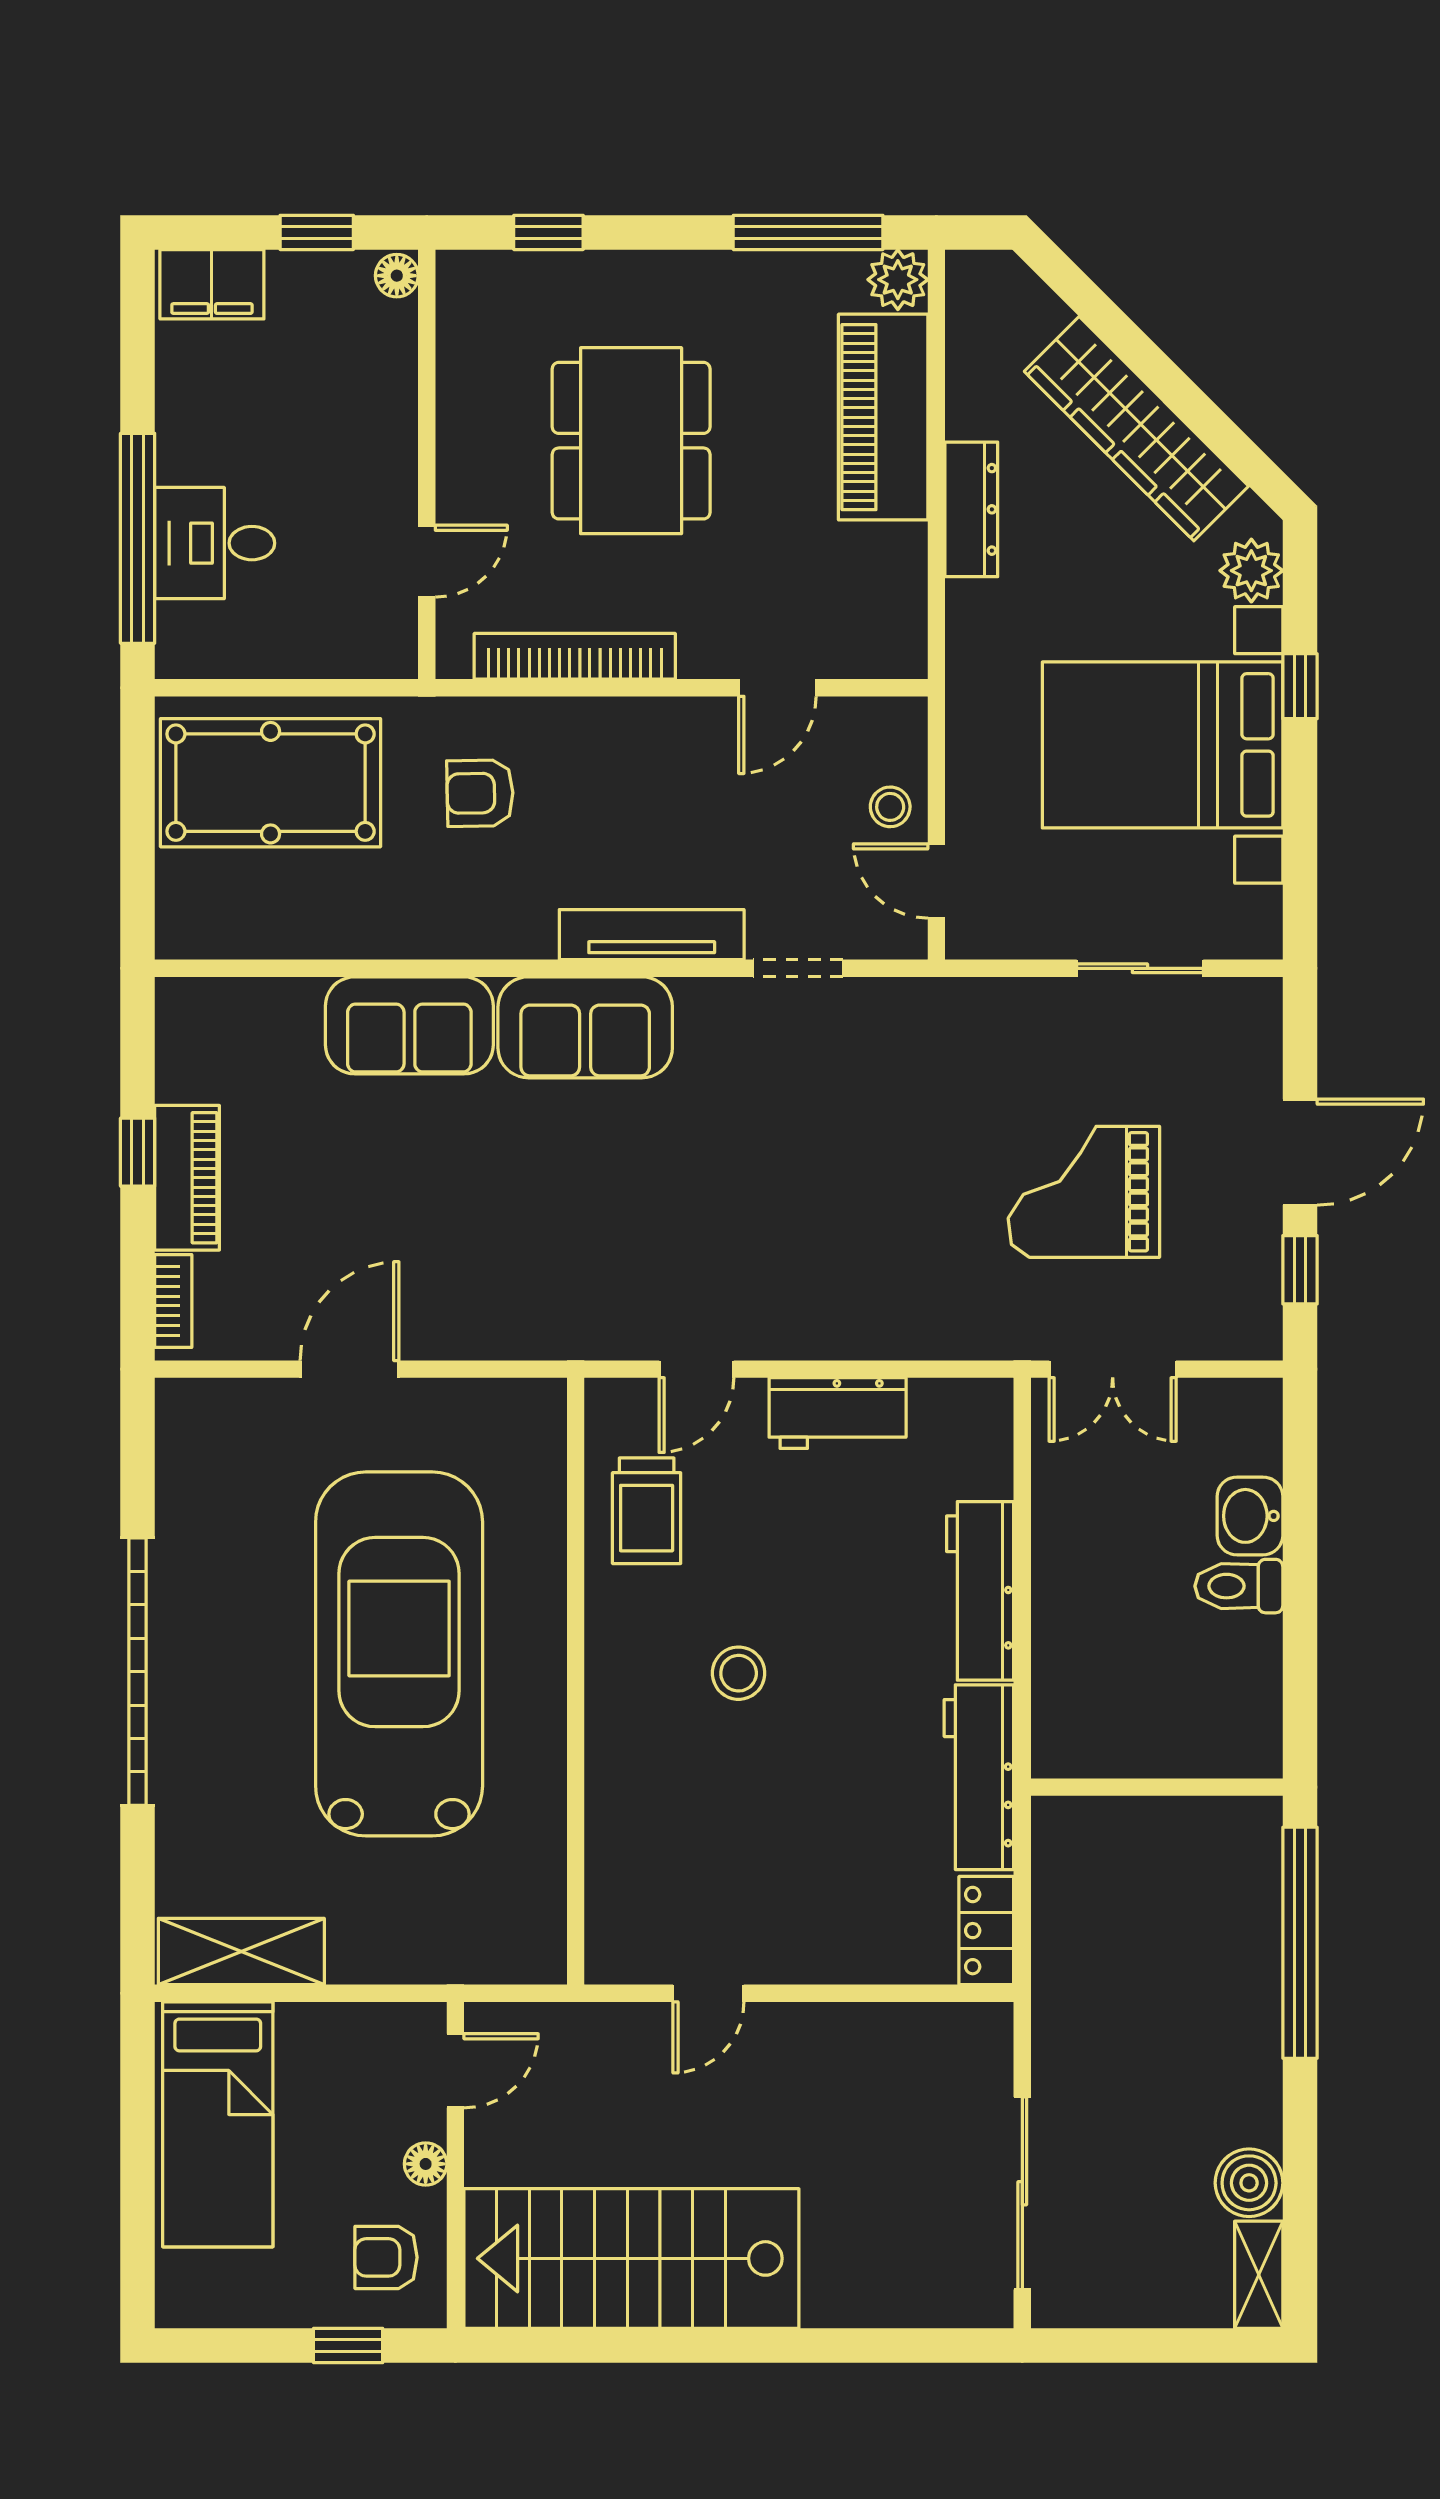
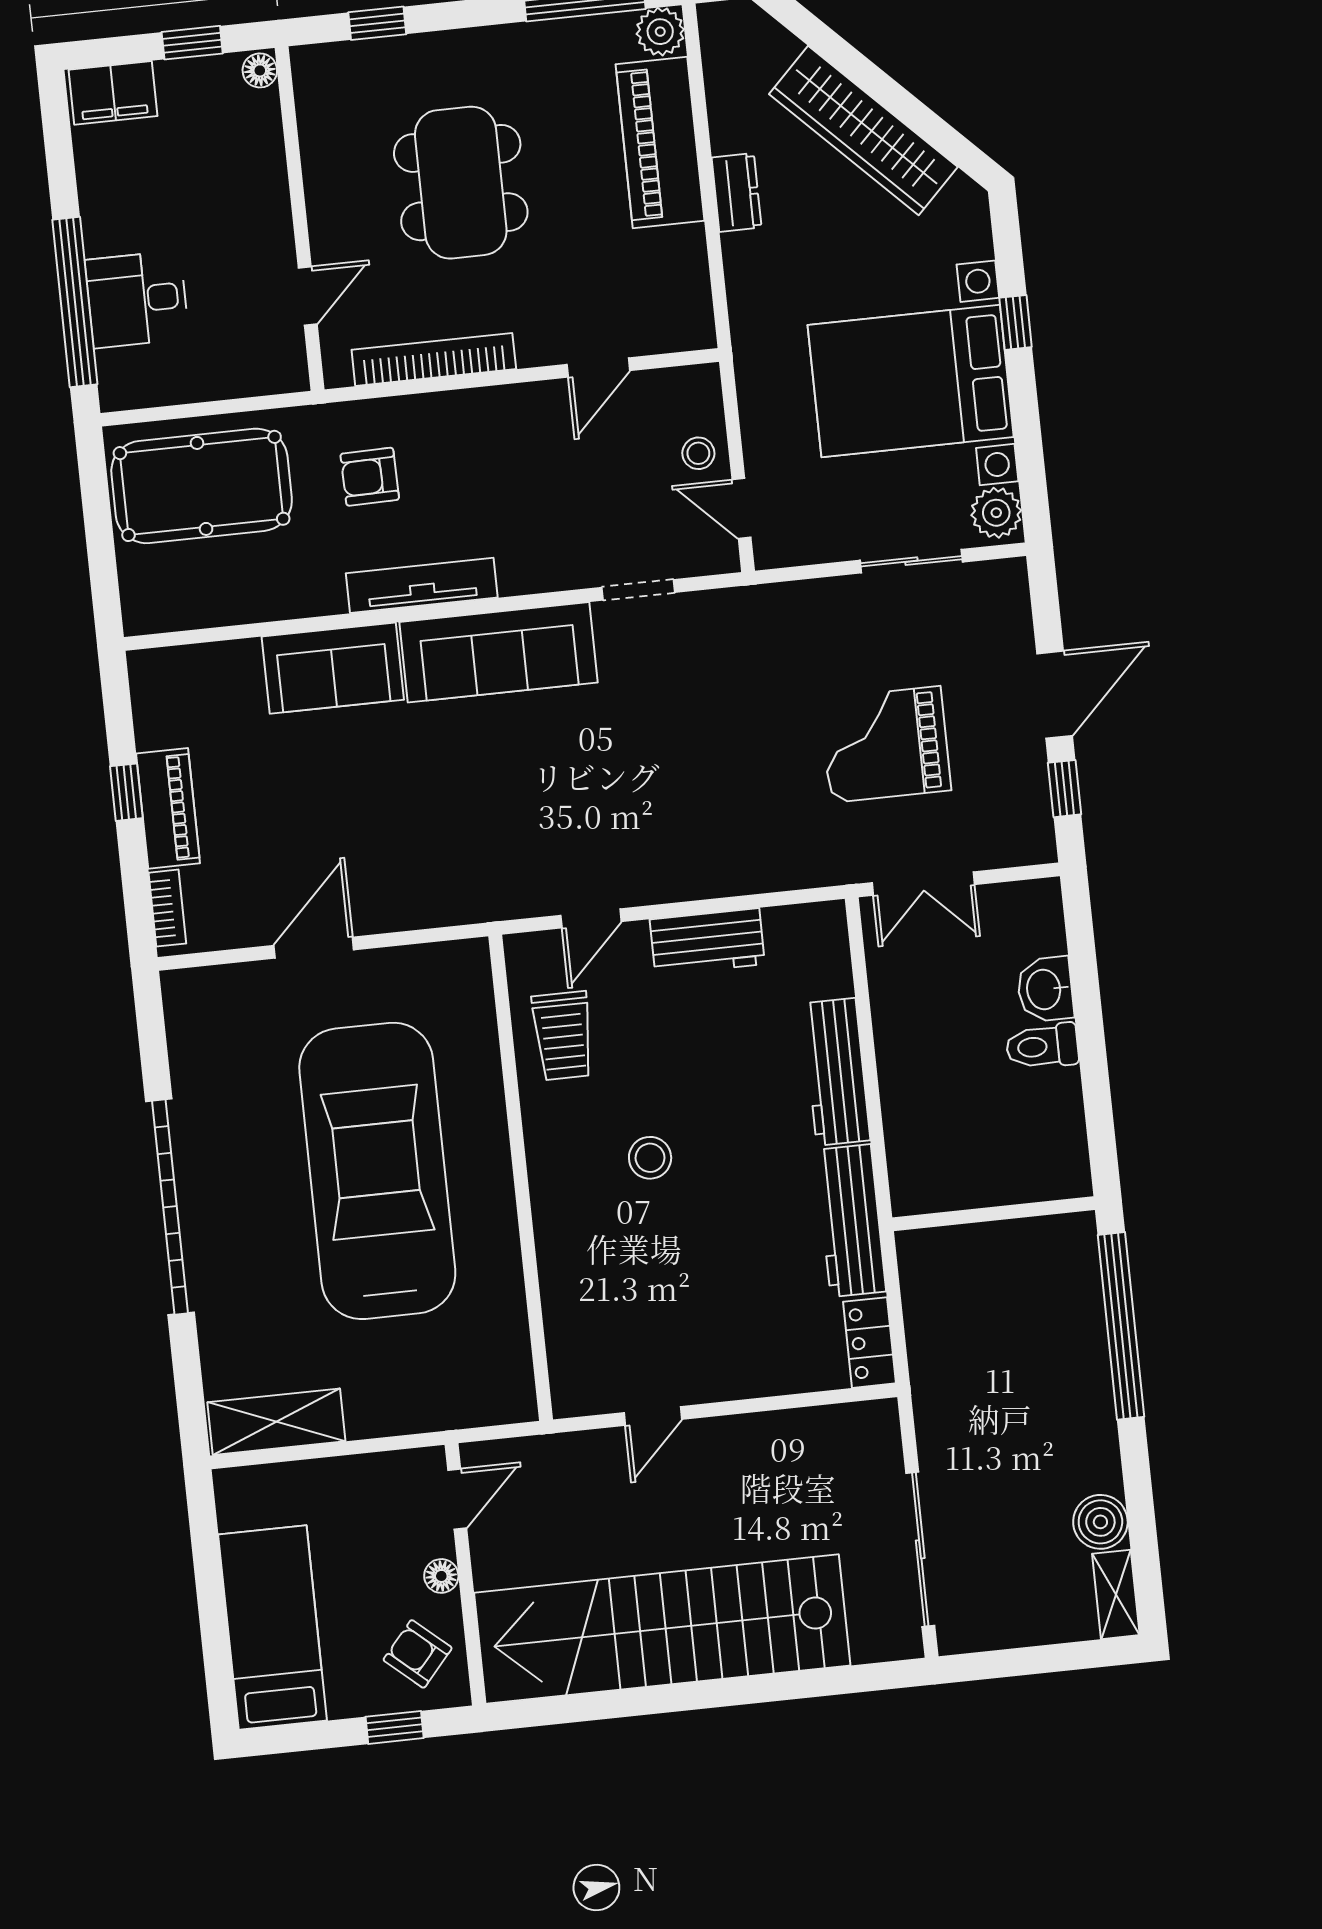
dresser: (971, 509) -> (736, 193), width x0.70
plant: (1251, 571) -> (996, 513), moved
tv unit: (652, 935) -> (422, 585), moved
sofa: (585, 1027) -> (498, 652), width x1.36
bed: (218, 2124) -> (273, 1627), moved, turned 180
armchair: (386, 2257) -> (418, 1654), turned 41
stairs: (631, 2258) -> (662, 1629), width x1.36

